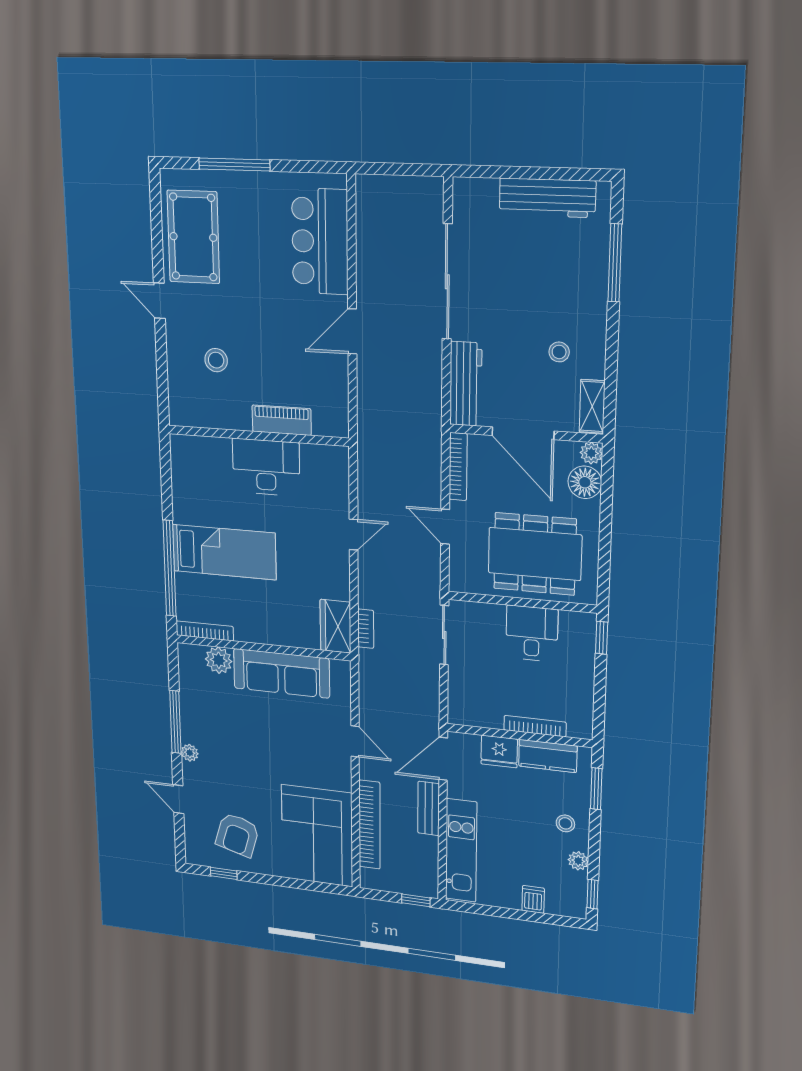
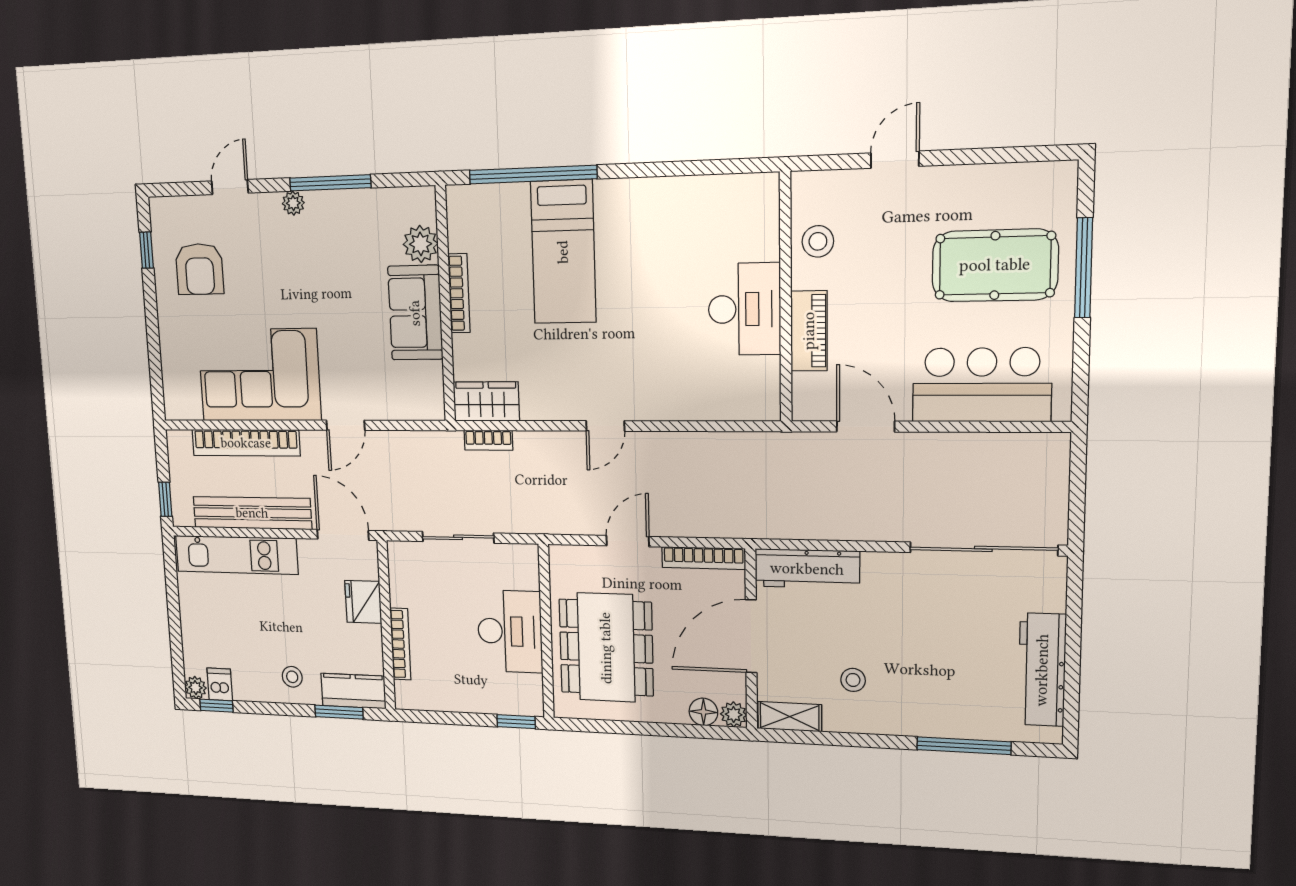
pool table: (193, 237) -> (995, 265), moved
sliding door: (447, 282) -> (983, 549), moved
piano: (282, 420) -> (809, 331), moved
wall: (258, 436) -> (786, 298), moved
desk: (266, 467) -> (744, 309), moved
floor lamp: (585, 482) -> (703, 712), width x0.73, depth x0.73
door: (354, 535) -> (605, 426), hinge flipped
bookcase: (205, 631) -> (459, 293), moved
desk: (532, 633) -> (510, 631), width x1.37
sliding door: (444, 635) -> (458, 537), moved
sofa: (281, 673) -> (415, 313), width x0.73
kitchen counter: (548, 756) -> (353, 691), moved, turned 90
bench: (428, 808) -> (252, 513), width x1.86, depth x1.21
armchair: (237, 835) -> (200, 269), turned -106
corner sofa: (317, 836) -> (259, 375), moved
plant: (578, 861) -> (195, 688), moved
dishwasher: (533, 899) -> (220, 684), moved, turned -90

